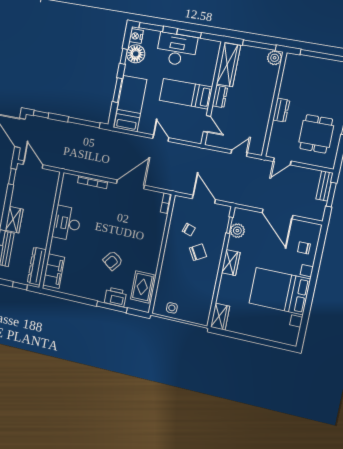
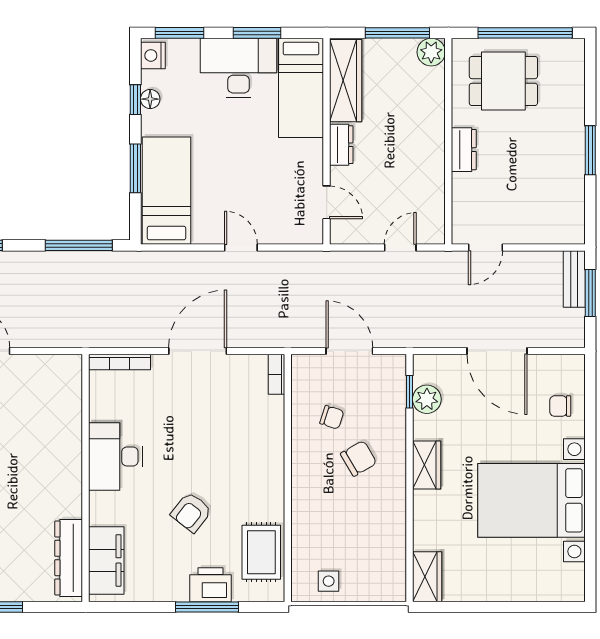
floor lamp: (136, 54) -> (150, 99), width x0.53, depth x0.53
bed: (186, 94) -> (301, 88), moved, turned -90
dining table: (316, 134) -> (503, 81), moved, turned 90
desk: (67, 223) -> (115, 456), moved
wall: (51, 230) -> (86, 478), moved
dresser: (37, 266) -> (69, 558), moved
filing cabinet: (54, 271) -> (106, 560), moved

